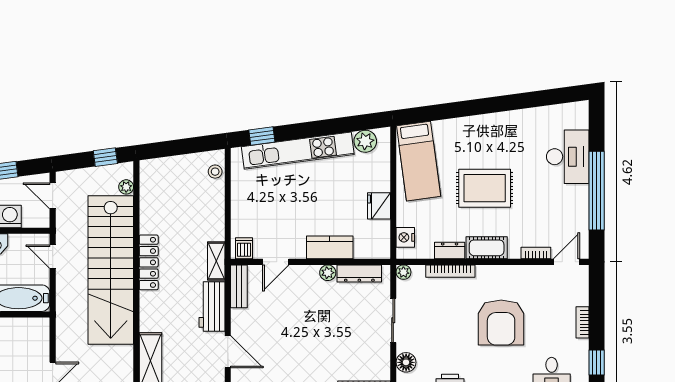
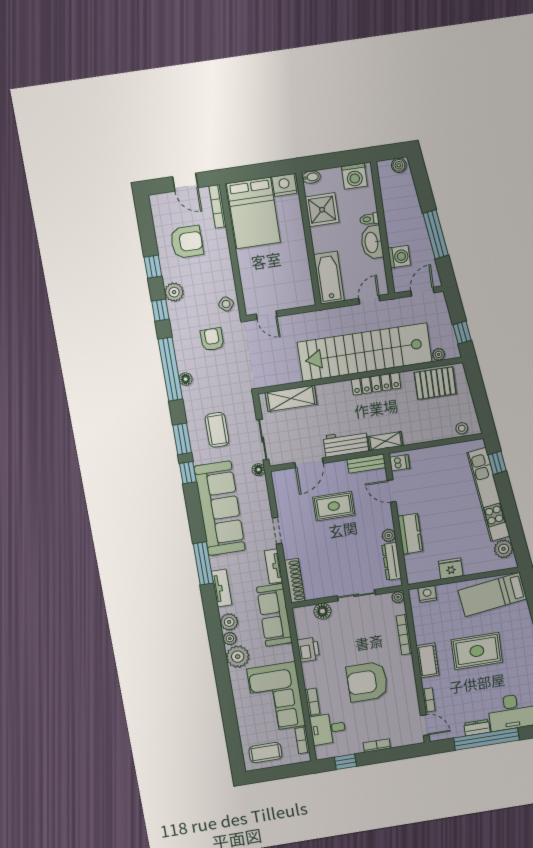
rug: (485, 188) -> (477, 651), turned 90
pallet: (158, 195) -> (435, 383), added
dresser: (450, 251) -> (477, 728), moved, turned -90
rug: (283, 331) -> (334, 506), added

